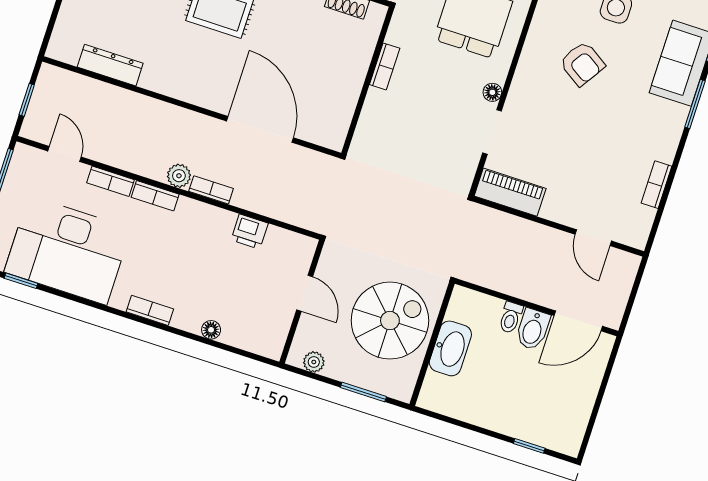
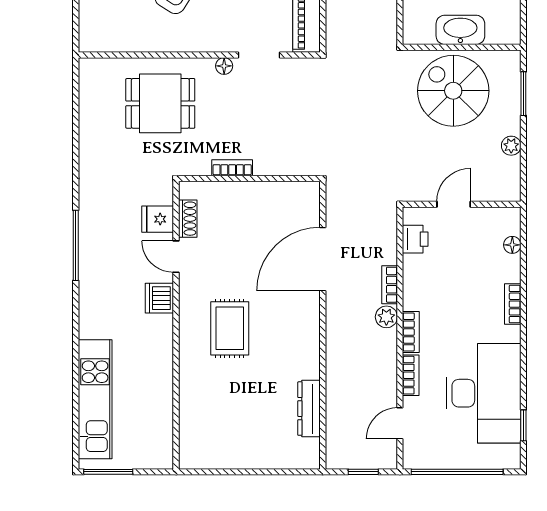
door: (305, 293) -> (454, 204), moved
wall: (302, 302) -> (462, 204), moved

